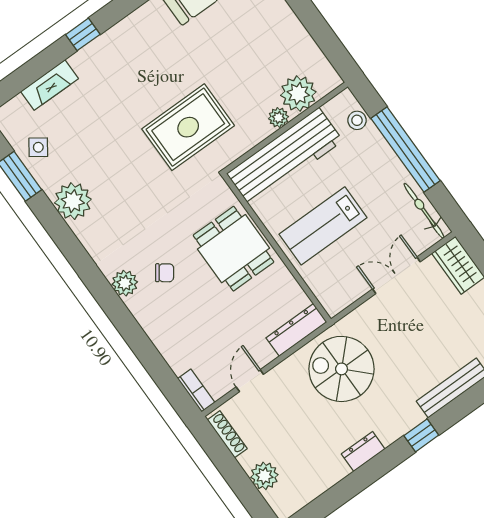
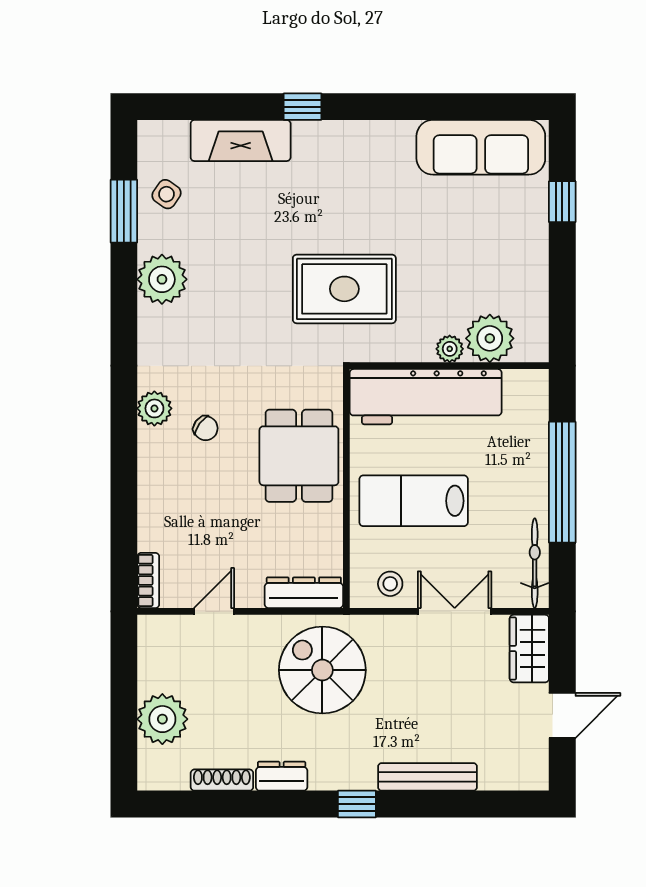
fireplace: (50, 85) -> (241, 140), width x1.37, depth x1.32
stool: (357, 120) -> (390, 584), moved
shoe rack: (227, 434) -> (222, 780), moved, turned -90
plant: (264, 476) -> (162, 719), width x1.36, depth x1.36

